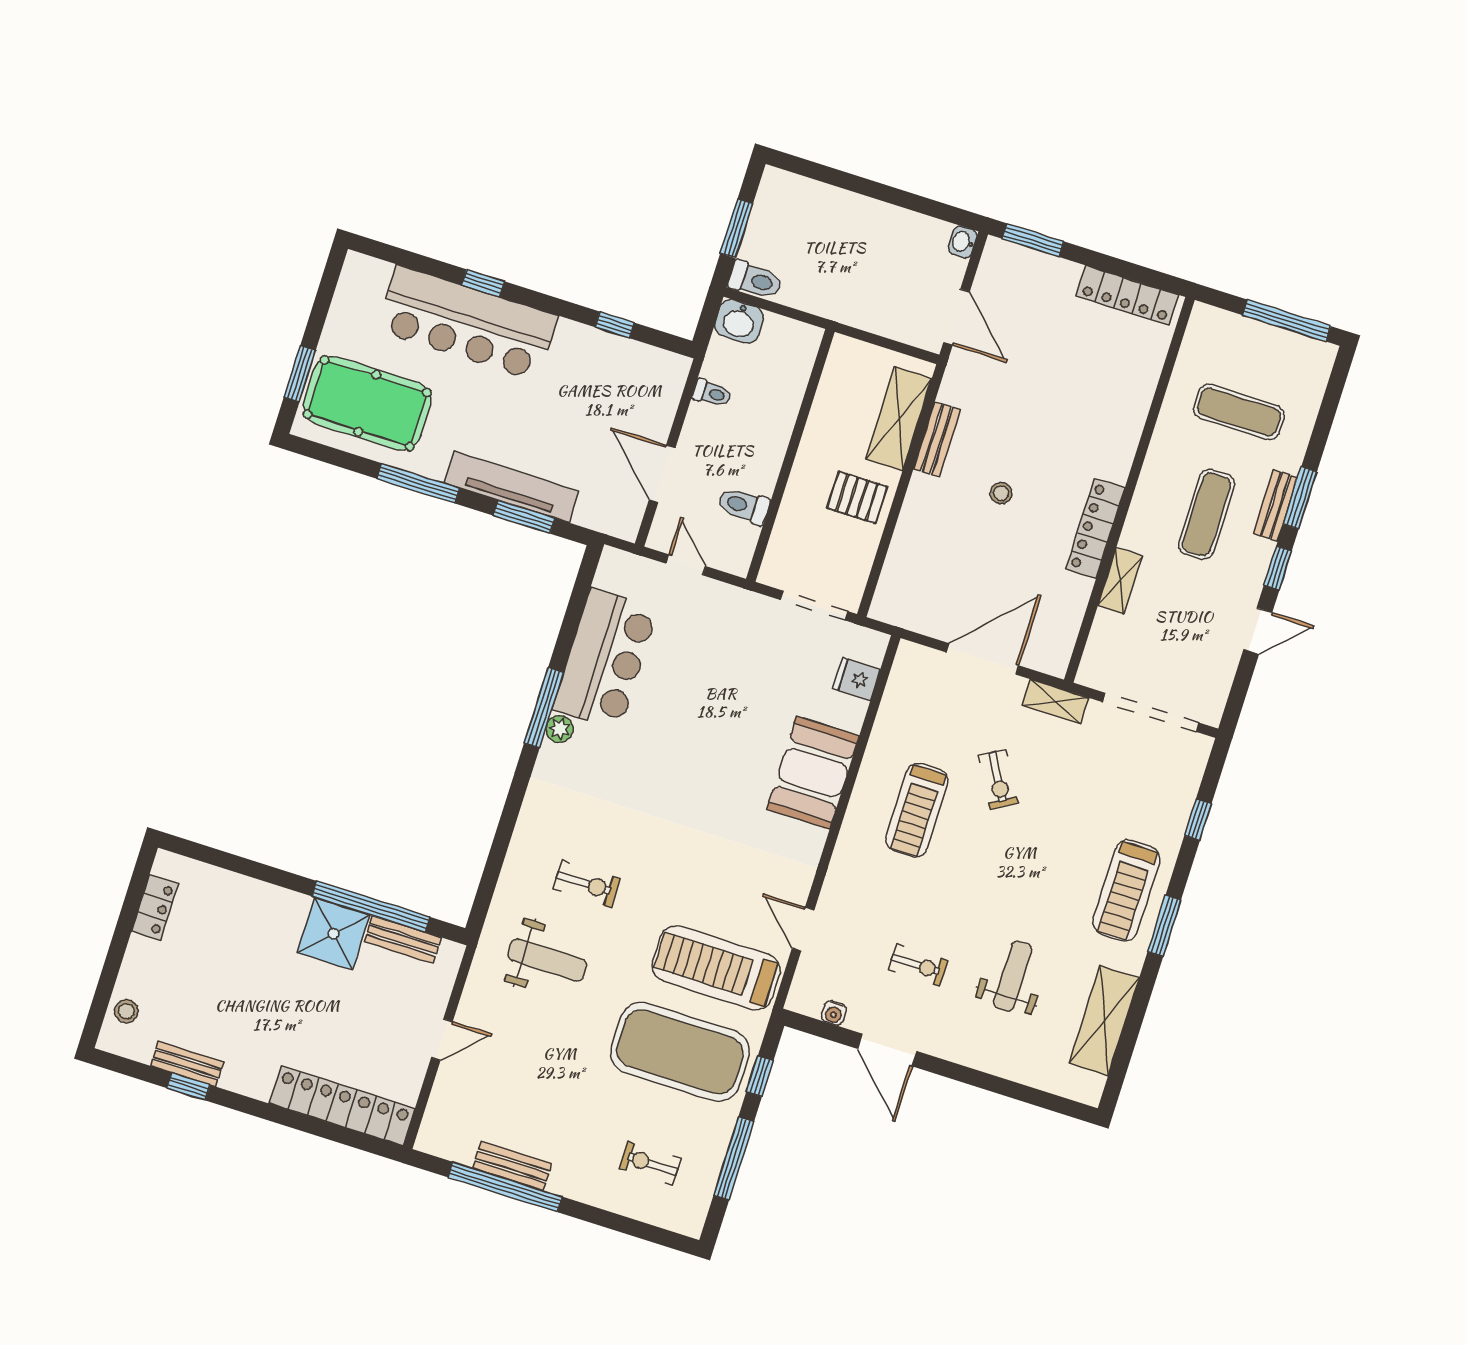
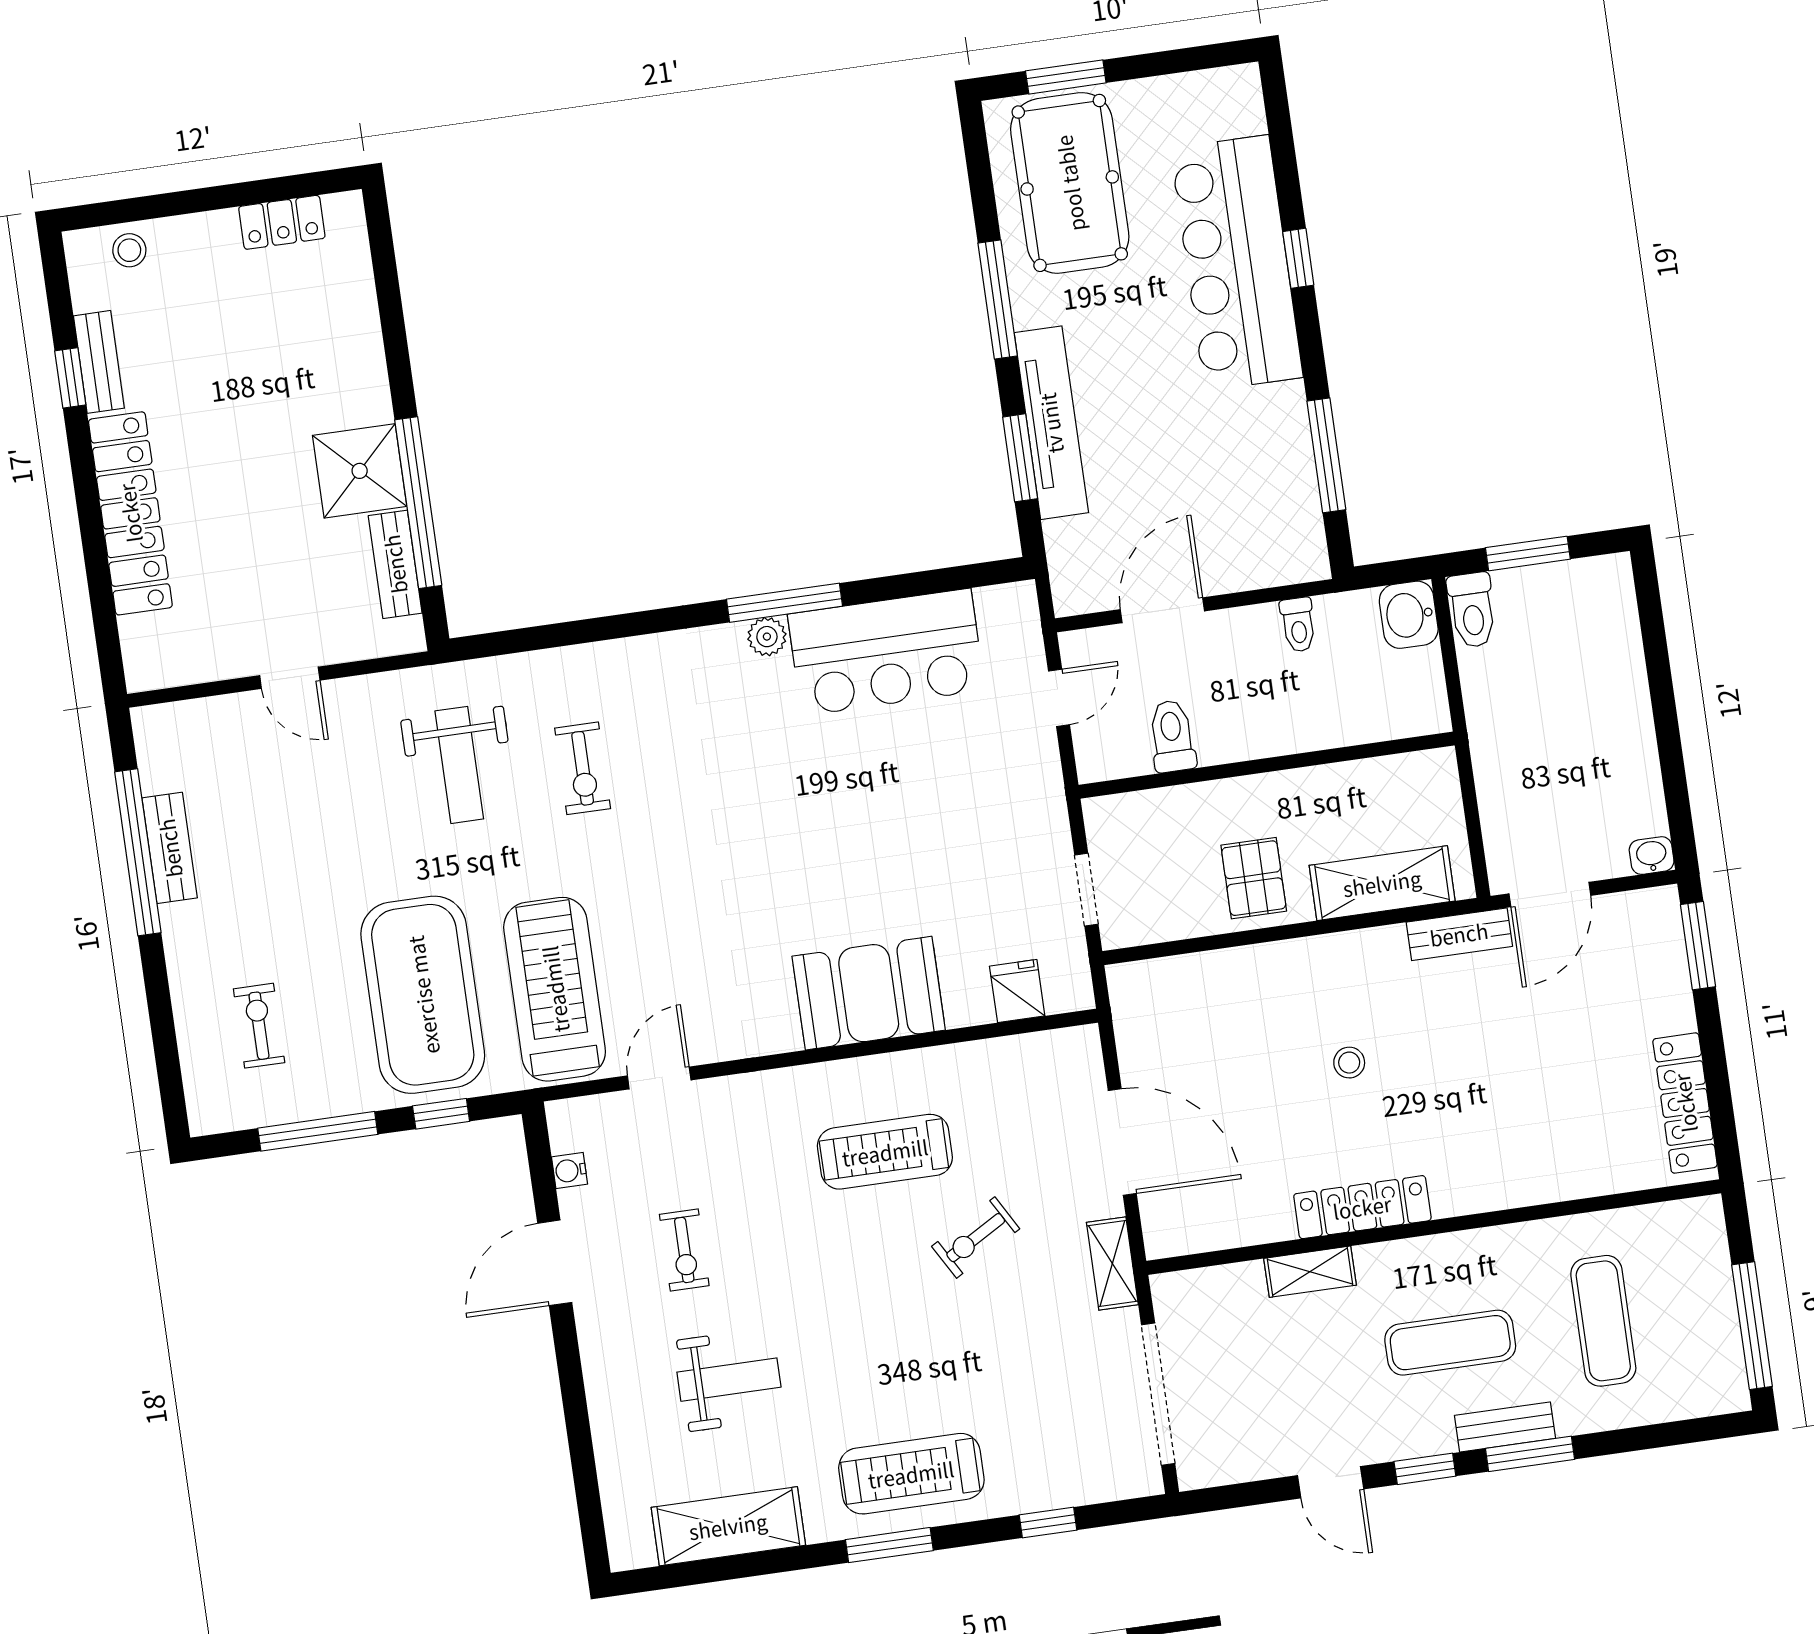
window: (615, 325) -> (1326, 455), width x2.17
bench: (937, 439) -> (1459, 934), moved
doorway: (814, 605) -> (1086, 890), width x0.73
locker: (342, 1106) -> (130, 513), moved

